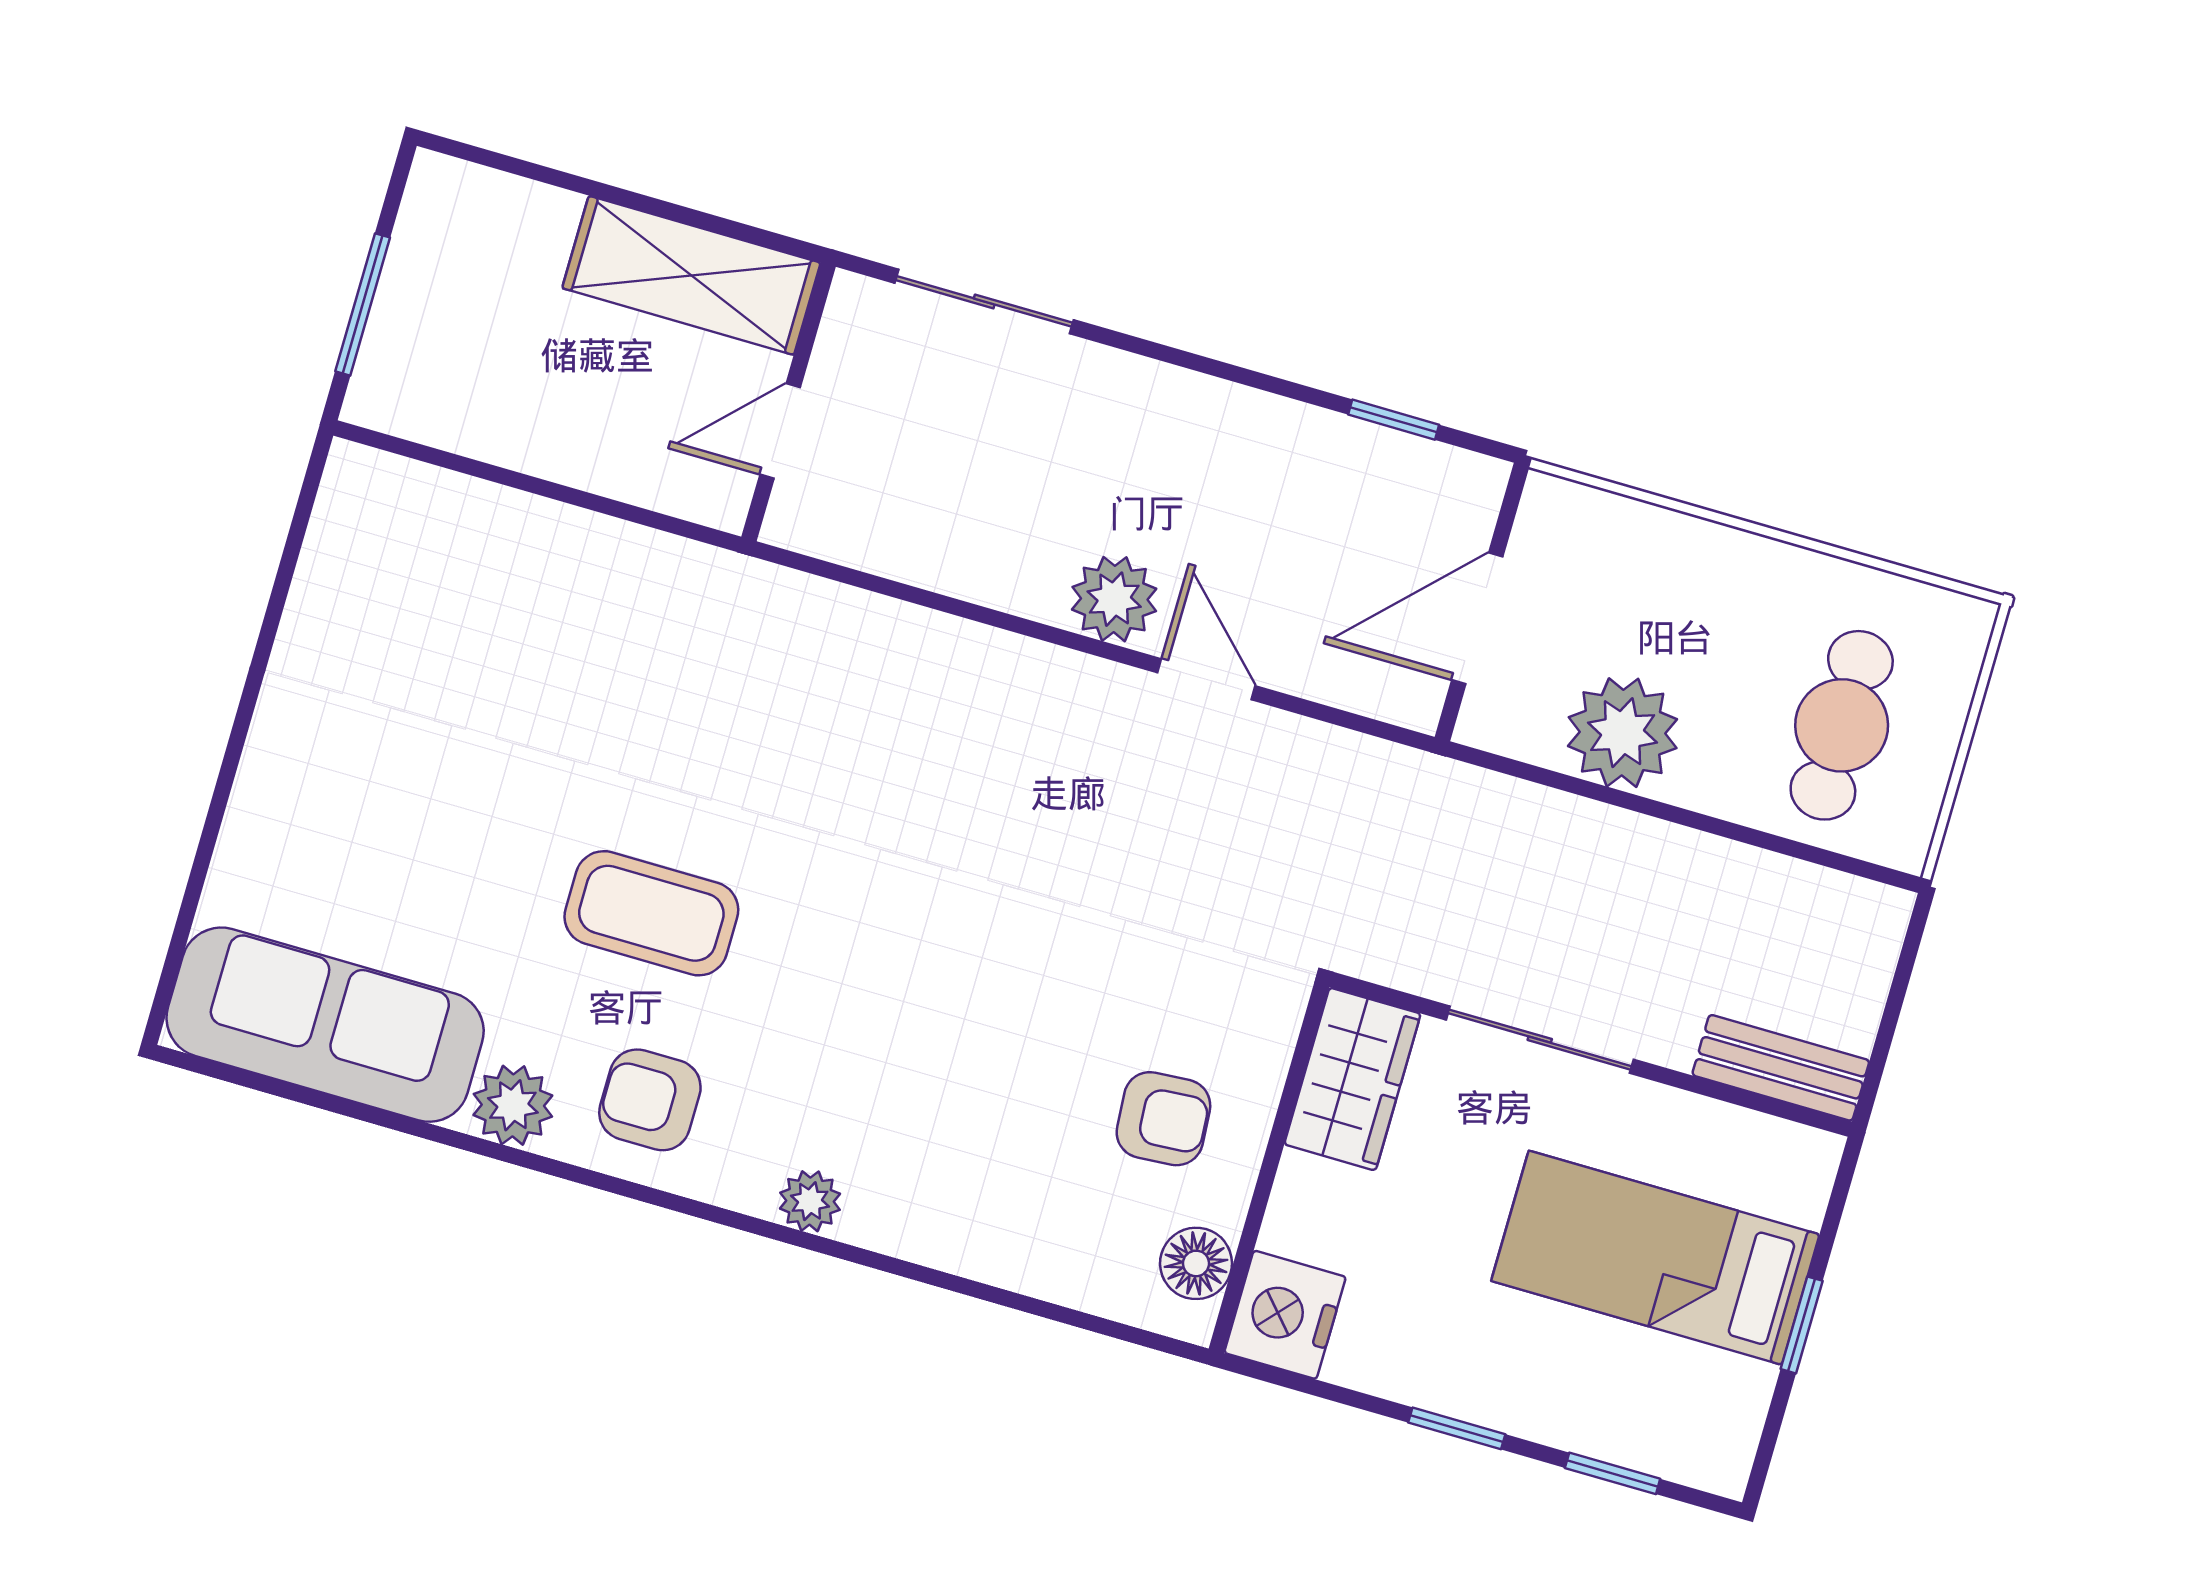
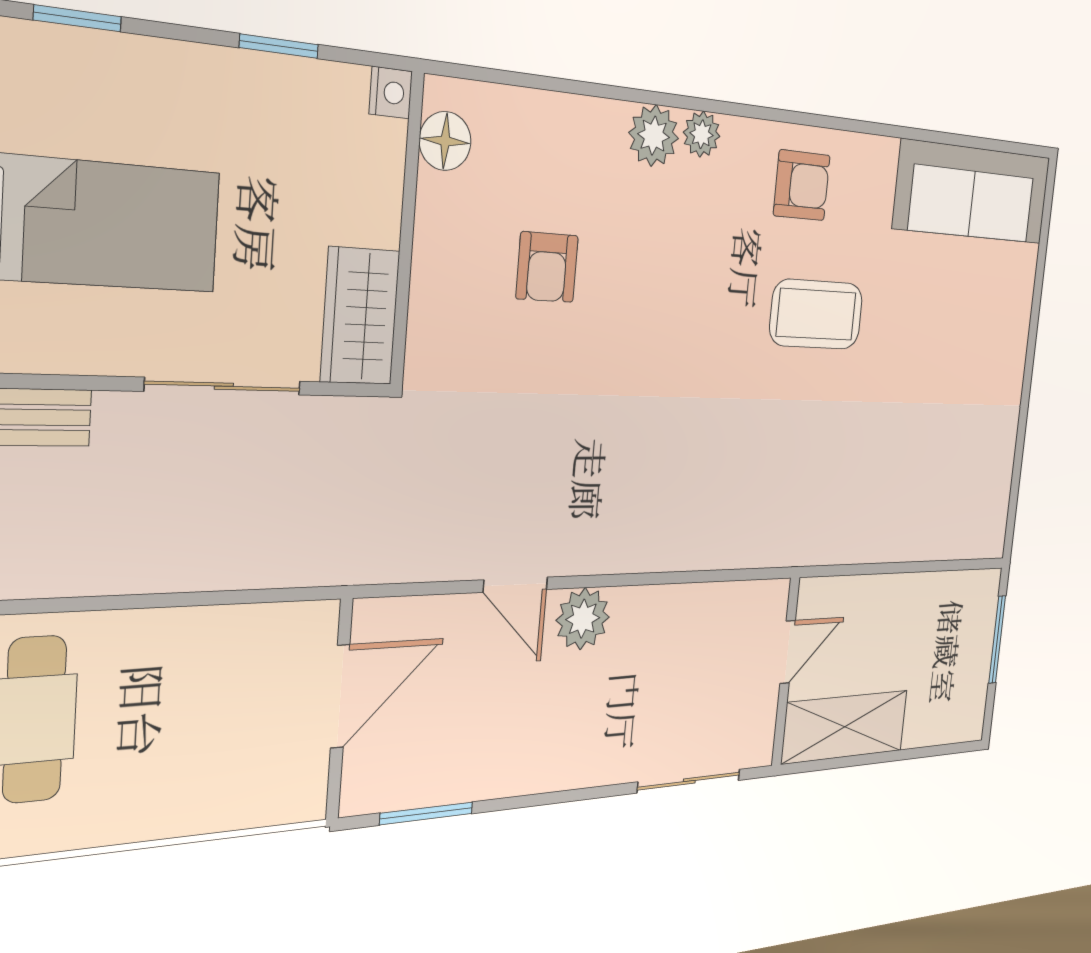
window: (1394, 420) -> (427, 813), width x1.50
plant: (1623, 733) -> (213, 650), removed
plant: (513, 1105) -> (654, 136), moved
armchair: (1163, 1119) -> (547, 267), moved, turned -86
nightstand: (1285, 1315) -> (391, 93), width x0.53, depth x0.56
window: (1457, 1428) -> (279, 46), moved

